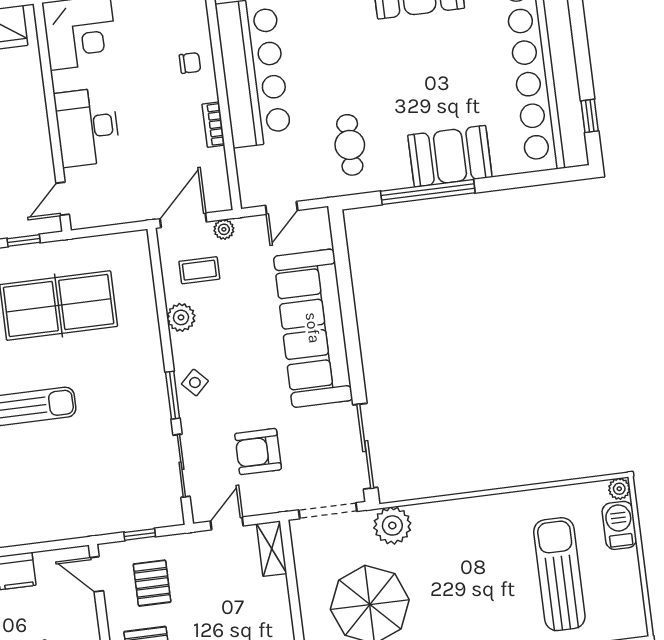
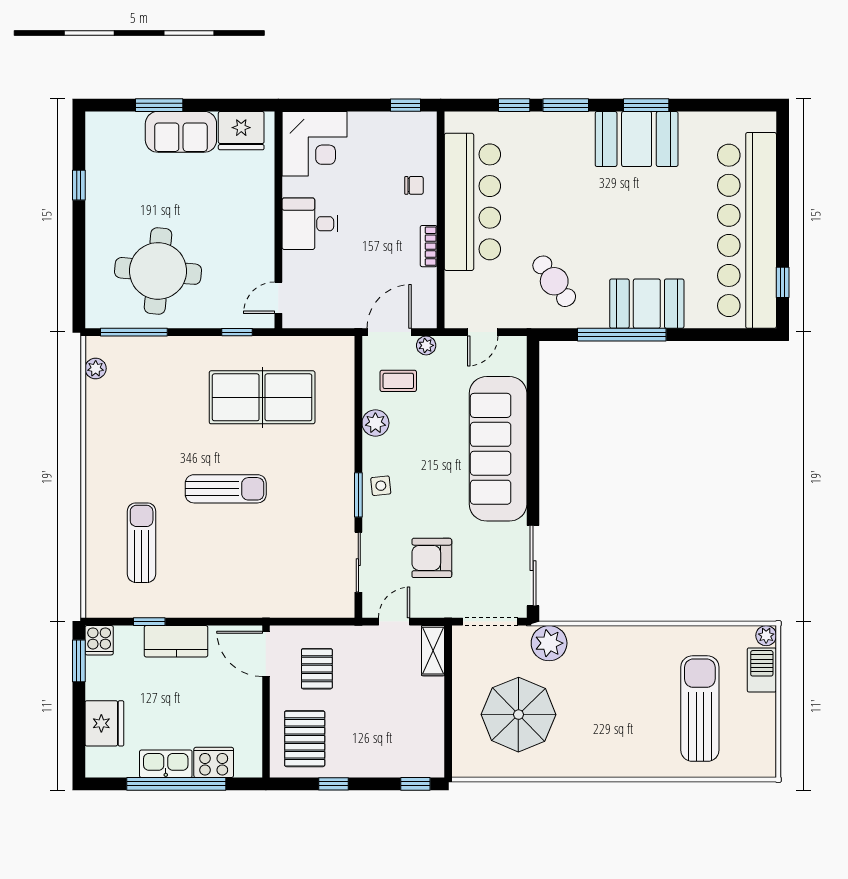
desk: (87, 127) -> (310, 224), width x0.73
cafe table: (350, 145) -> (554, 281), turned -36
side table: (195, 383) -> (381, 486), turned 38
window: (140, 534) -> (311, 622), removed
door: (97, 574) -> (266, 654), width x1.38

